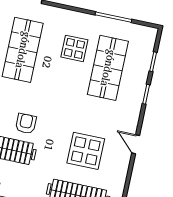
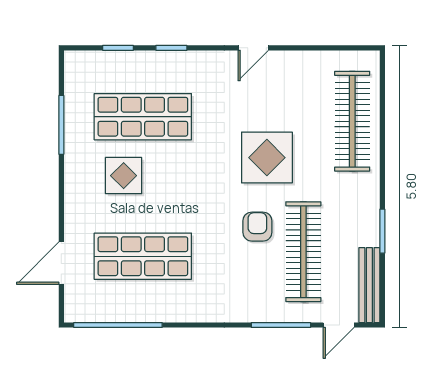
armchair: (26, 124) -> (257, 227), turned 90
display table: (86, 151) -> (267, 158), moved

